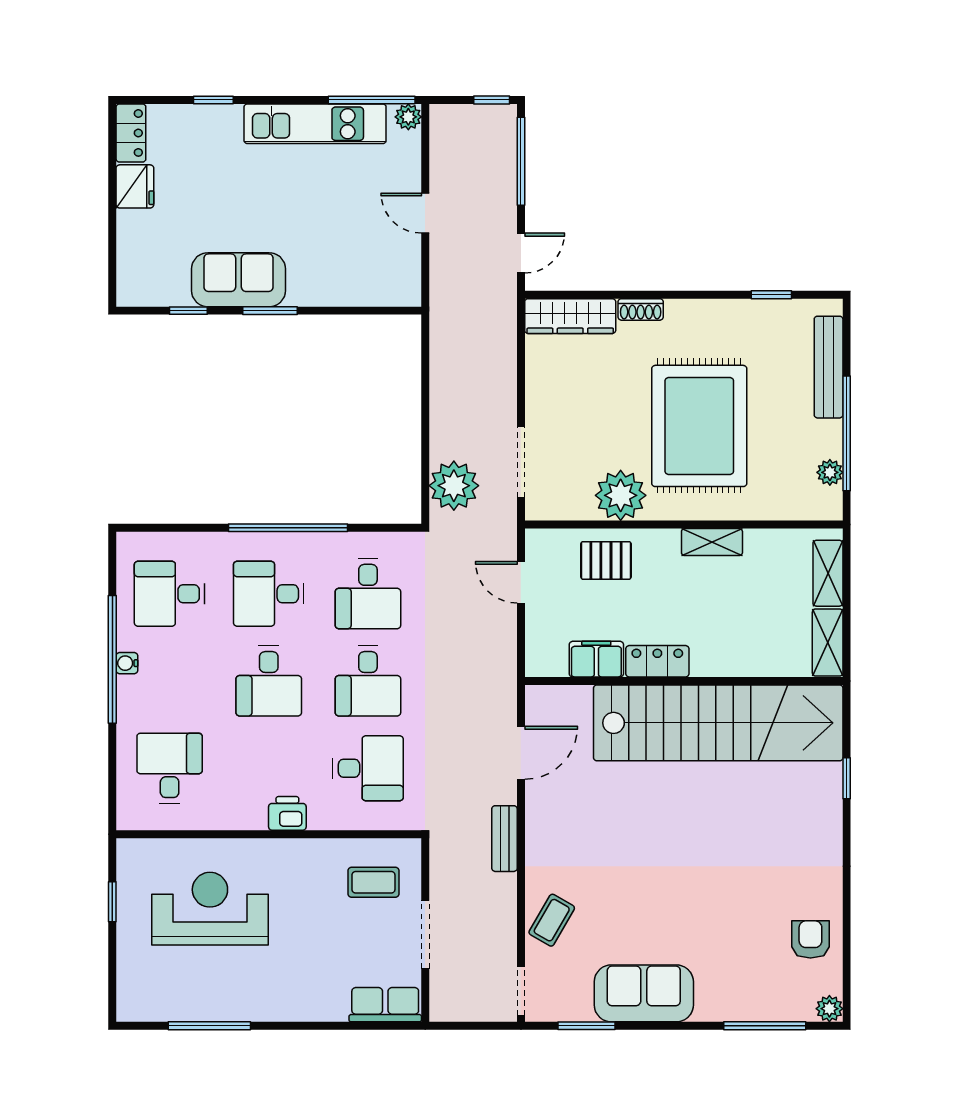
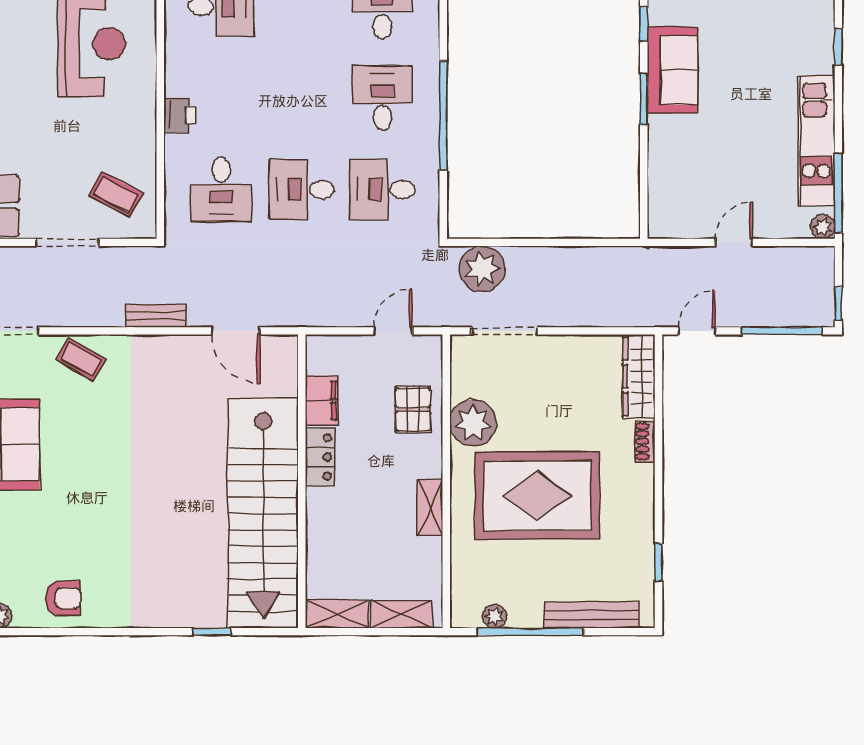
door: (521, 253) -> (697, 331), swing flipped
desk: (269, 681) -> (302, 98), removed
coffee table: (373, 882) -> (116, 195), turned -62

